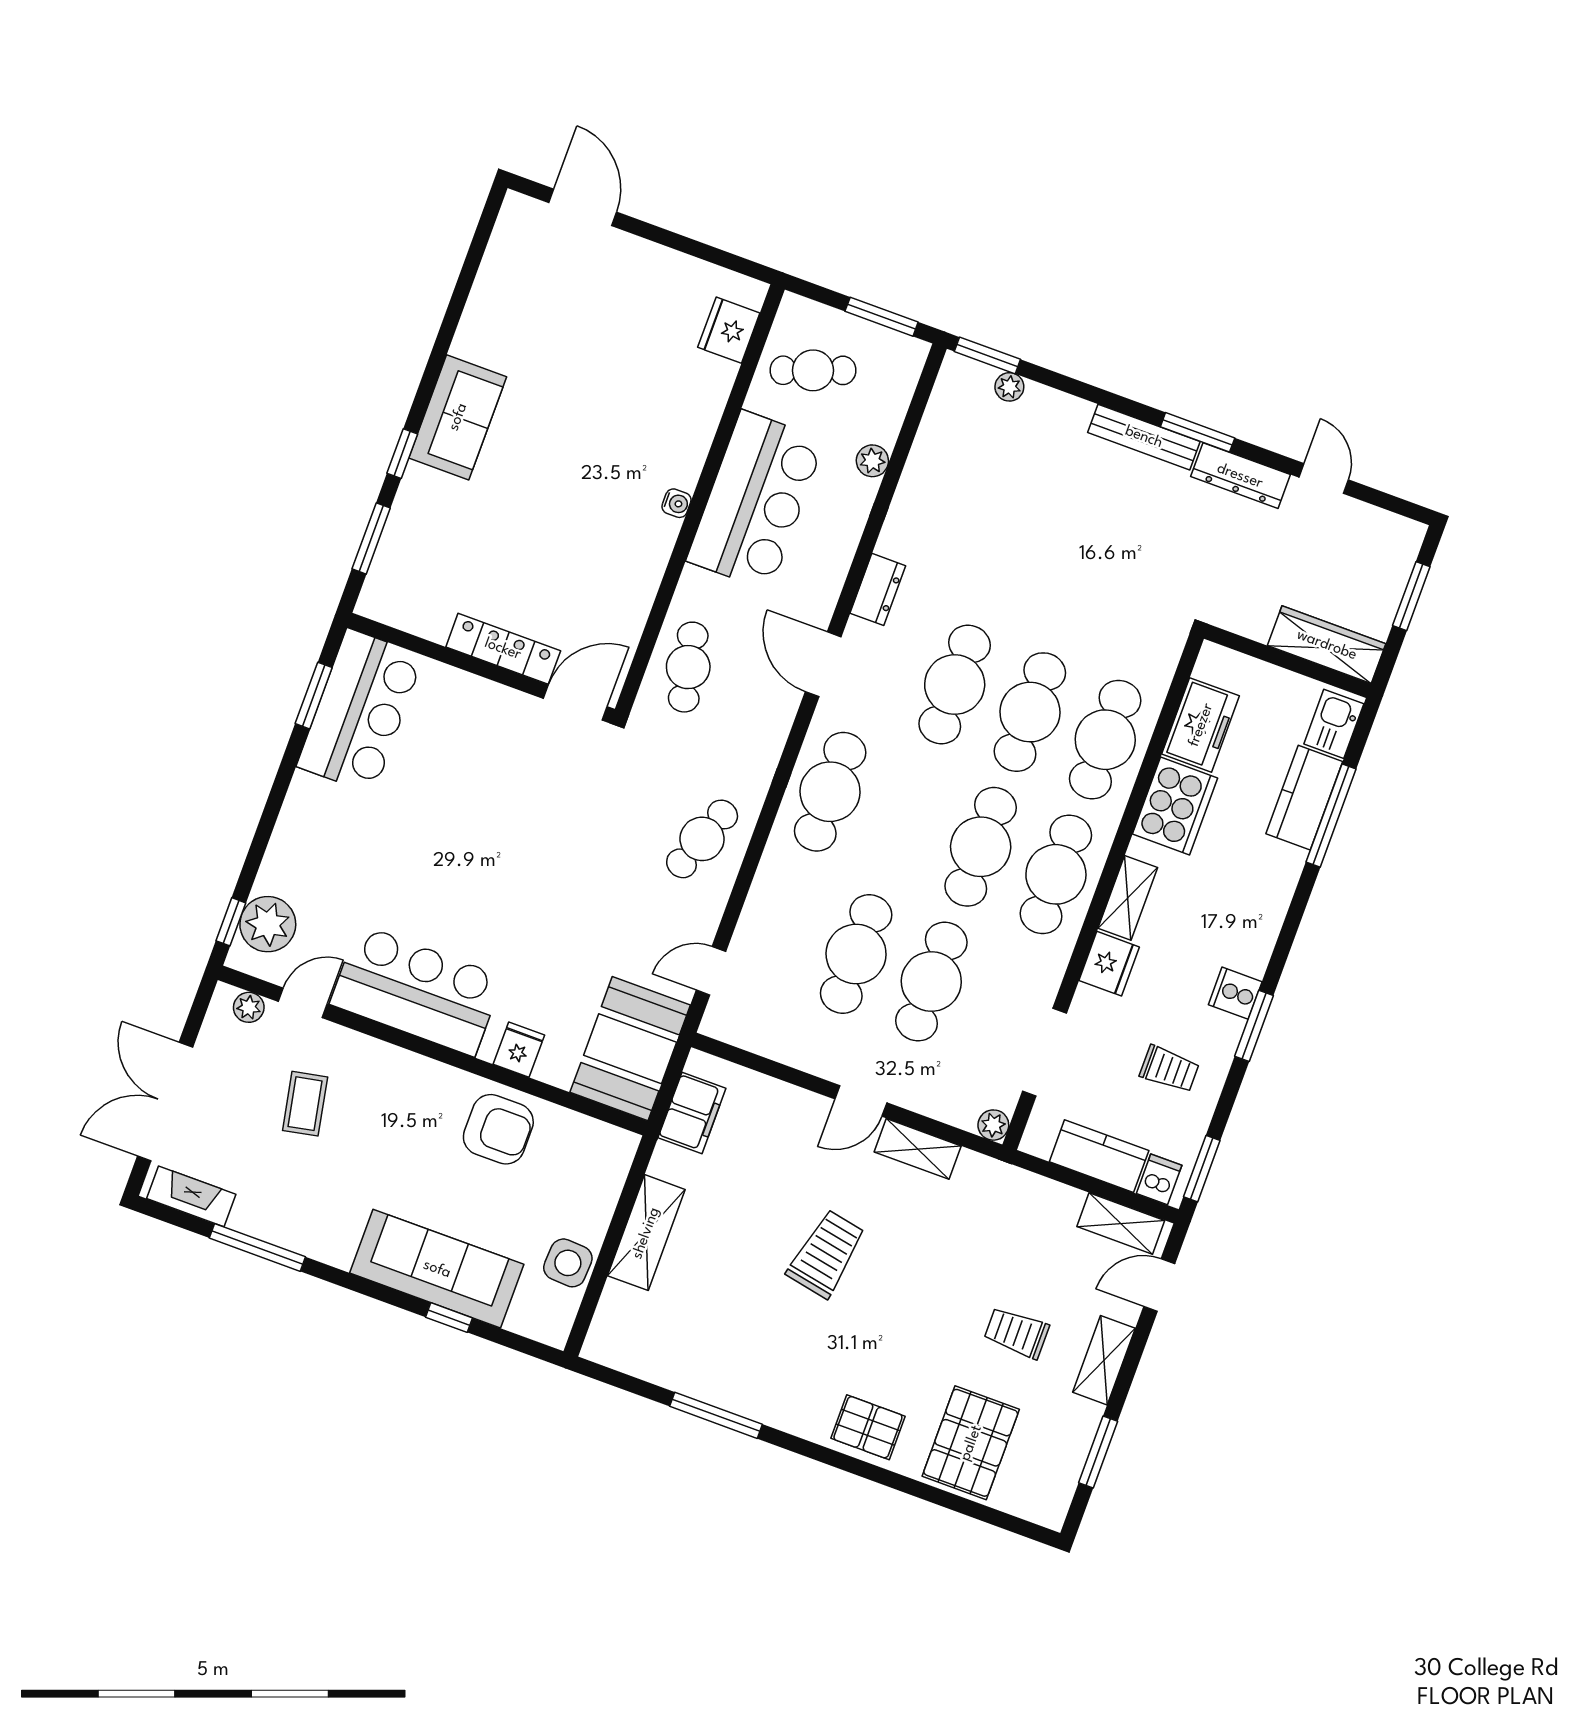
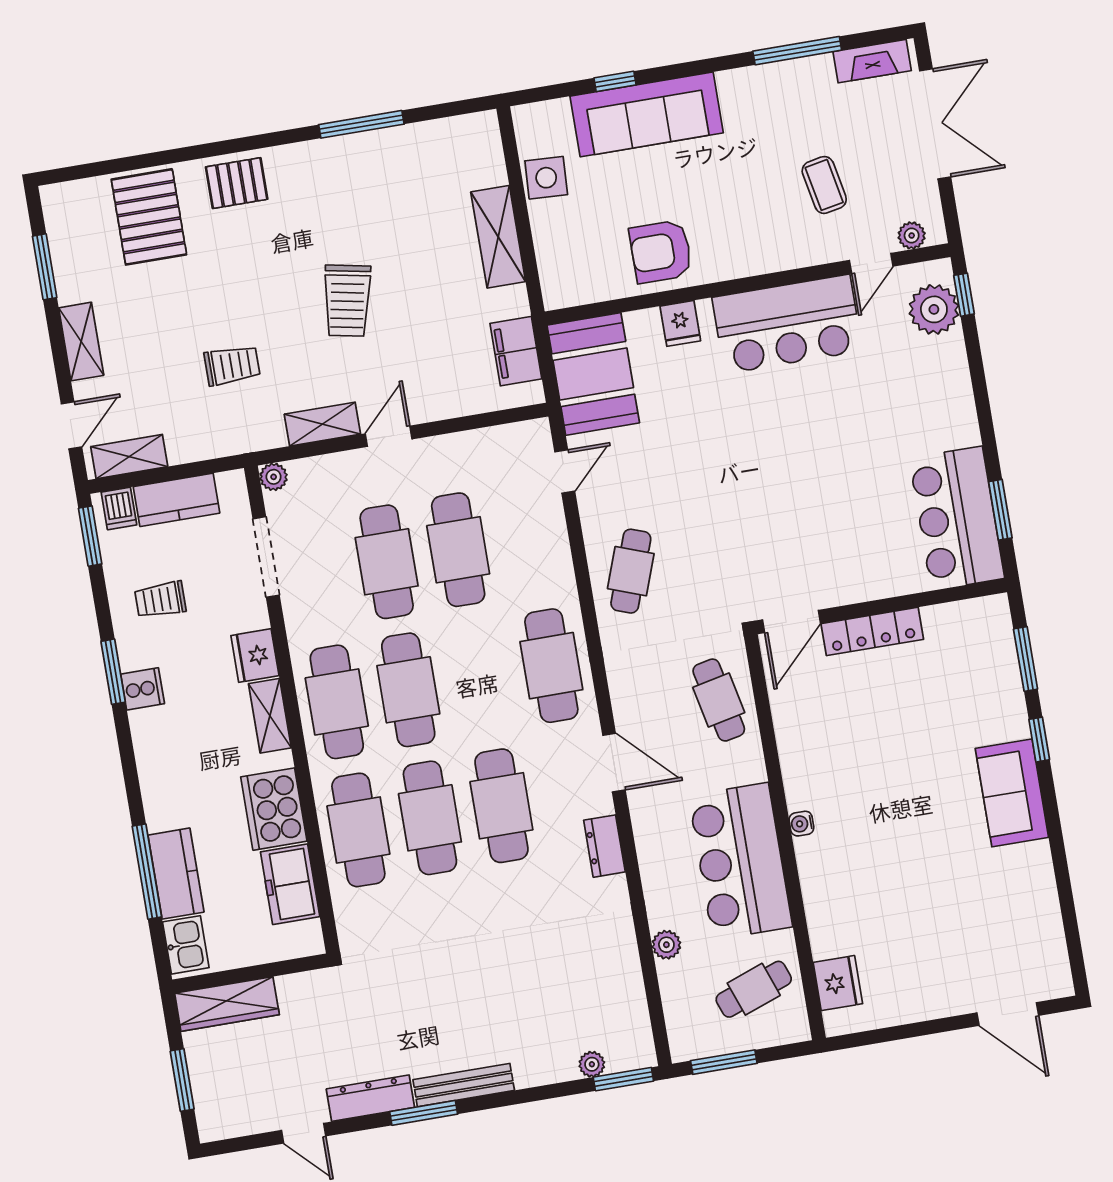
trolley: (1017, 1333) -> (232, 365), moved

